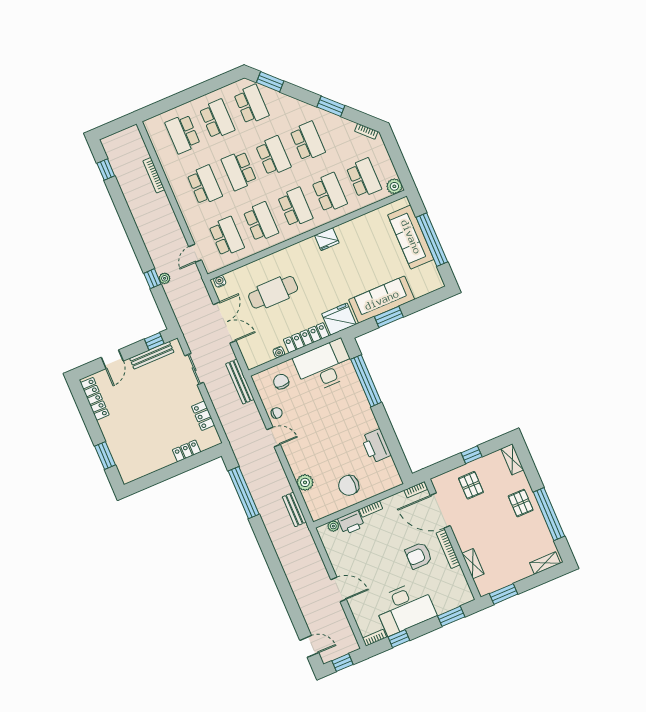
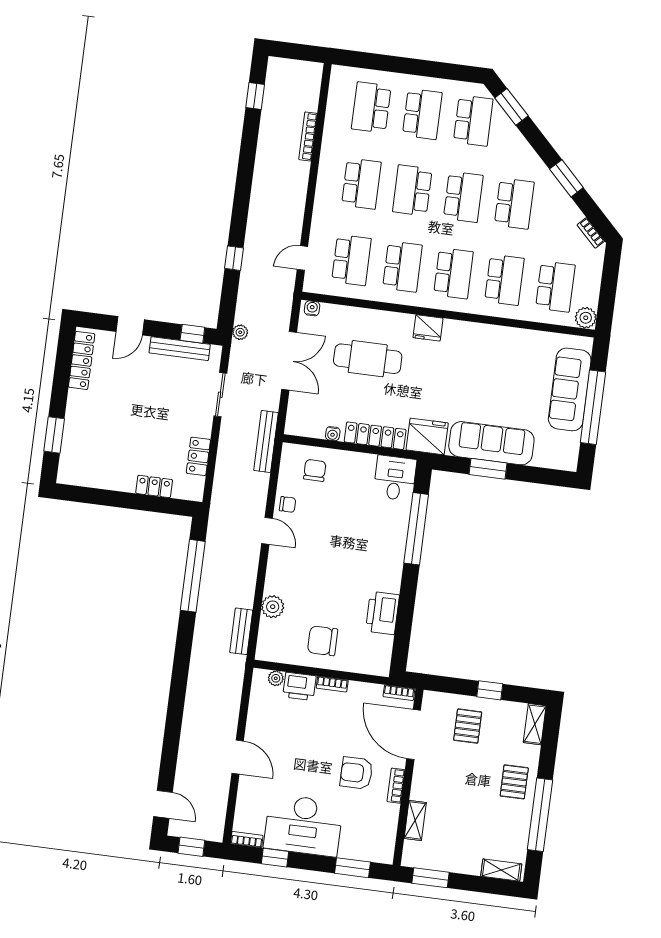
fridge: (327, 239) -> (428, 328), moved
plant: (165, 278) -> (240, 332), moved
desk: (324, 366) -> (395, 478), width x0.53, depth x0.77
bookcase: (448, 549) -> (396, 786), width x0.64

